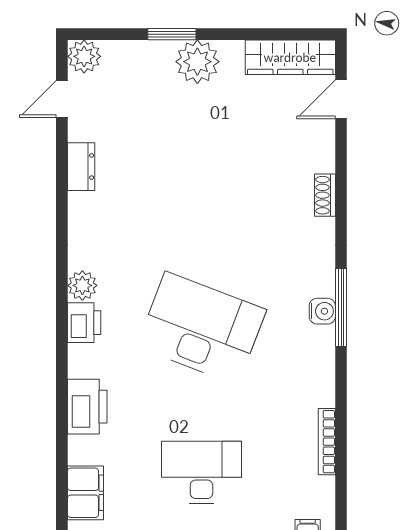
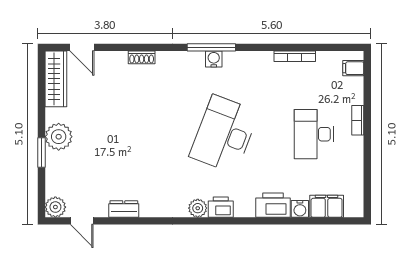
water cooler: (81, 450) -> (300, 209), added

